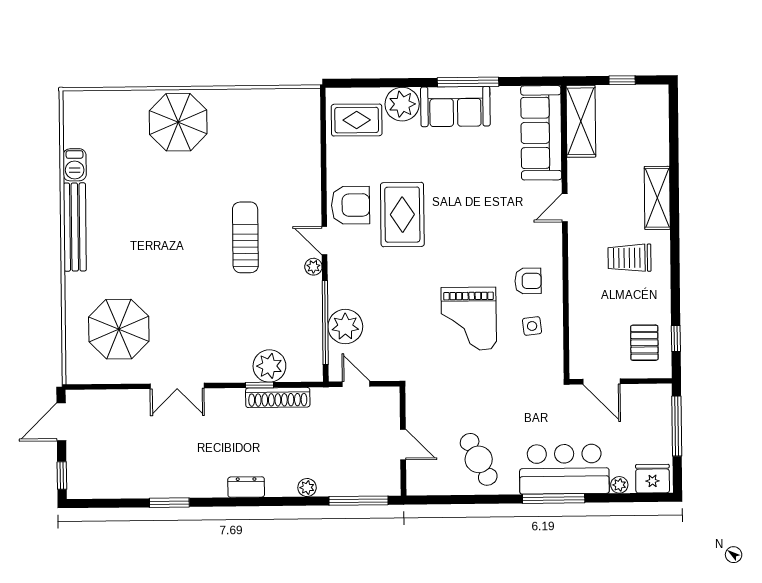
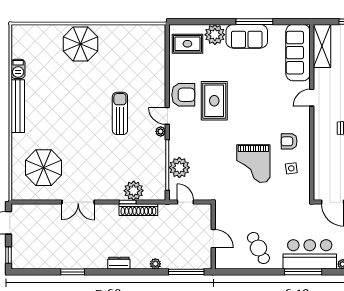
armchair: (528, 281) -> (289, 141), turned 180

